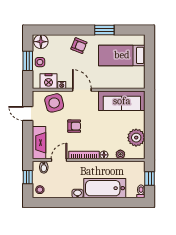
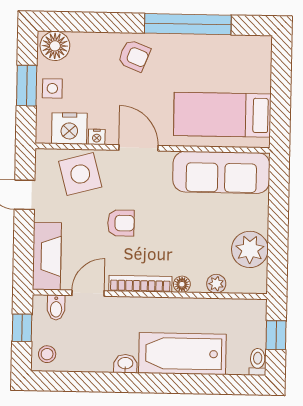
window: (104, 30) -> (188, 24), width x2.11
bed: (122, 55) -> (222, 115), moved

